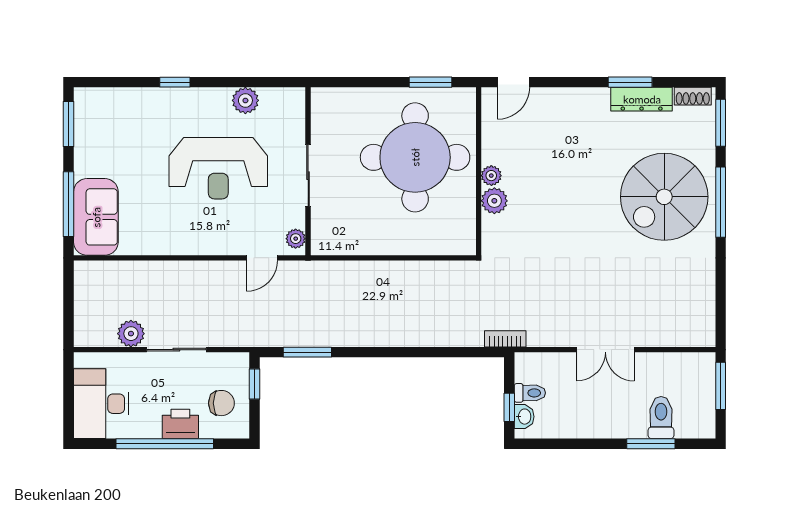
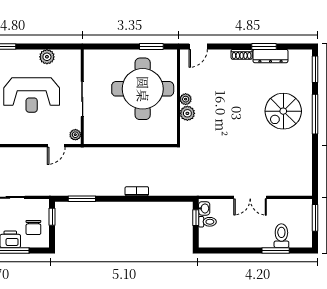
shoe rack: (693, 96) -> (242, 54), moved
spiral stairs: (664, 197) -> (283, 111), width x0.73, depth x0.73
bookcase: (505, 339) -> (137, 191), moved
chair: (221, 403) -> (33, 227), turned 90
window: (509, 407) -> (196, 218), moved
washbasin: (524, 417) -> (204, 208), moved

